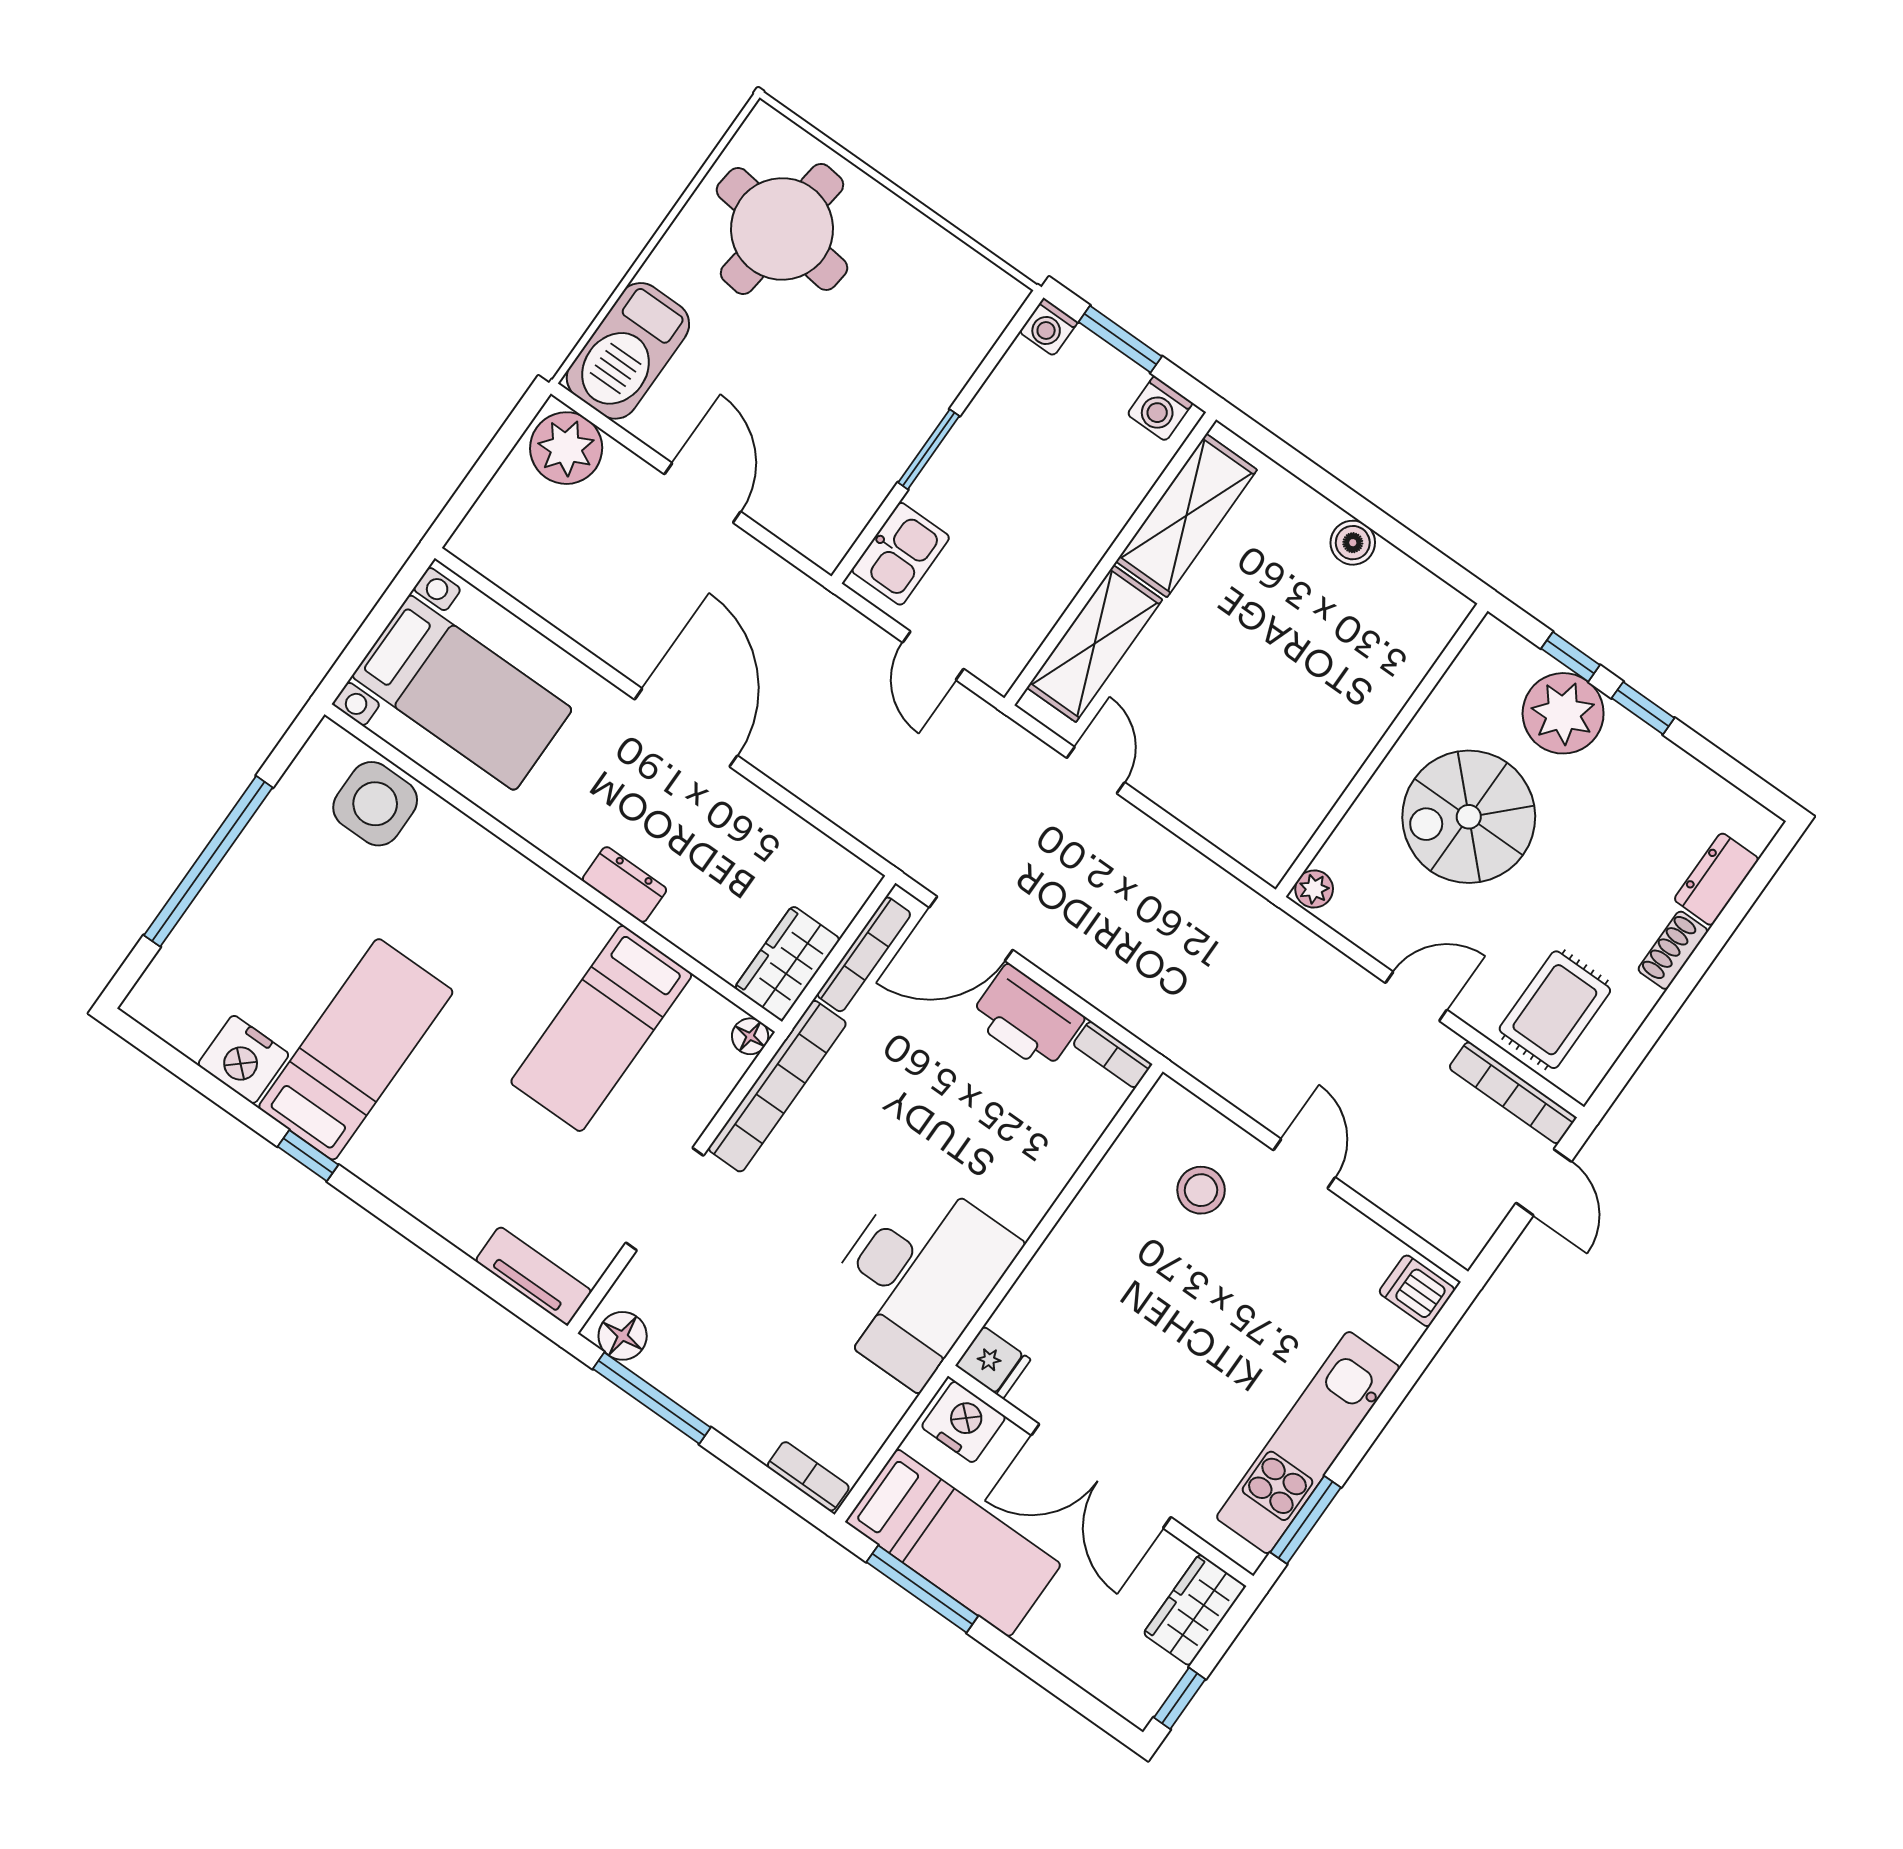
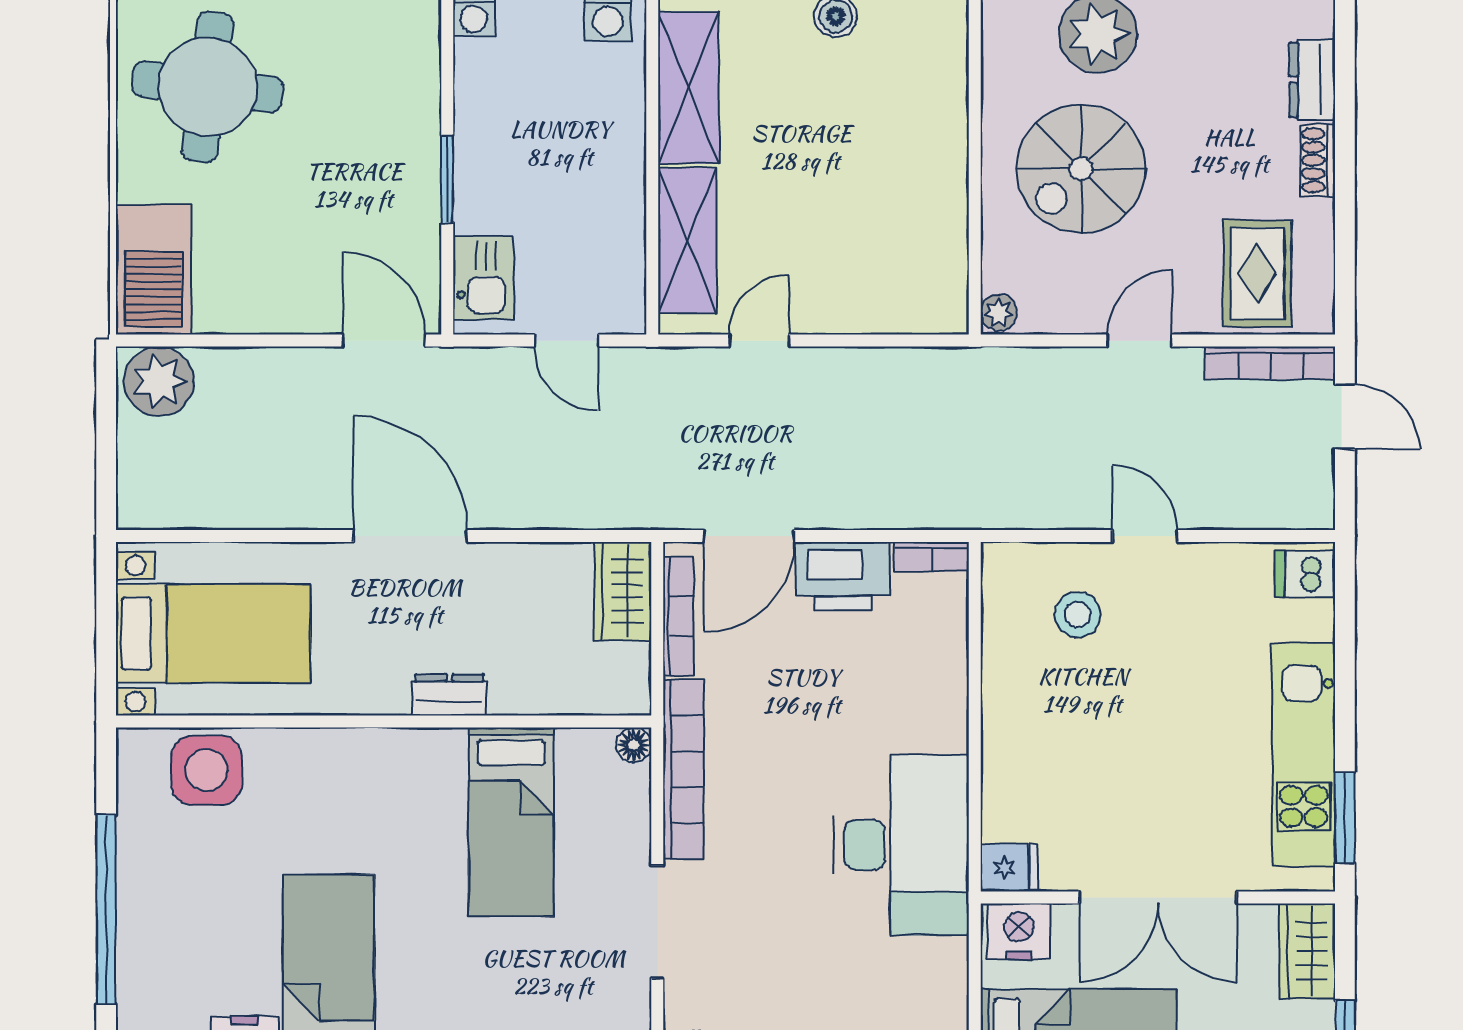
door: (703, 493) -> (384, 341), moved
door: (1096, 770) -> (759, 341), hinge flipped
wardrobe: (787, 963) -> (623, 591), moved

